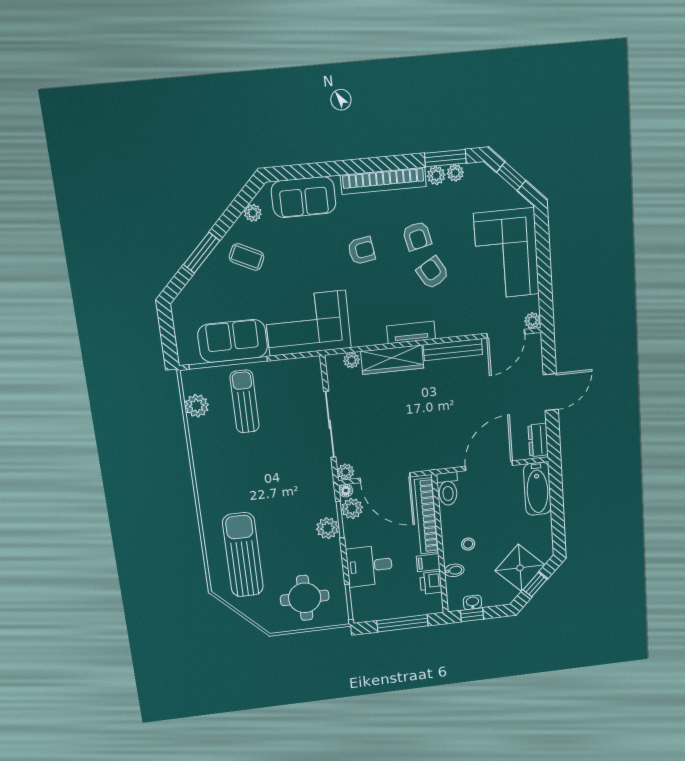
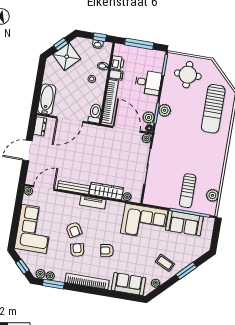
plant: (436, 175) -> (40, 274), moved

